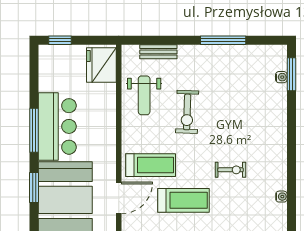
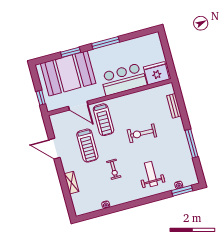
window: (60, 40) -> (165, 44), removed
weight bench: (144, 95) -> (151, 174), moved, turned 90
bar counter: (57, 126) -> (124, 79), moved, turned 180

